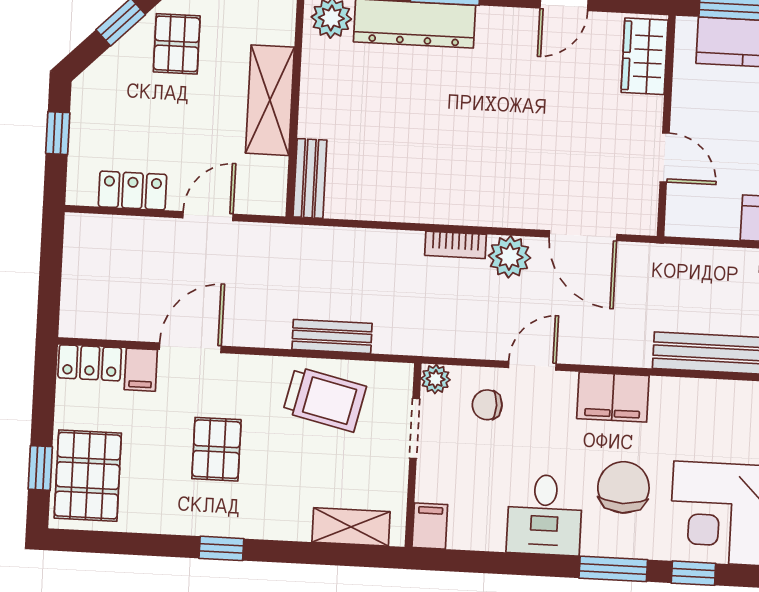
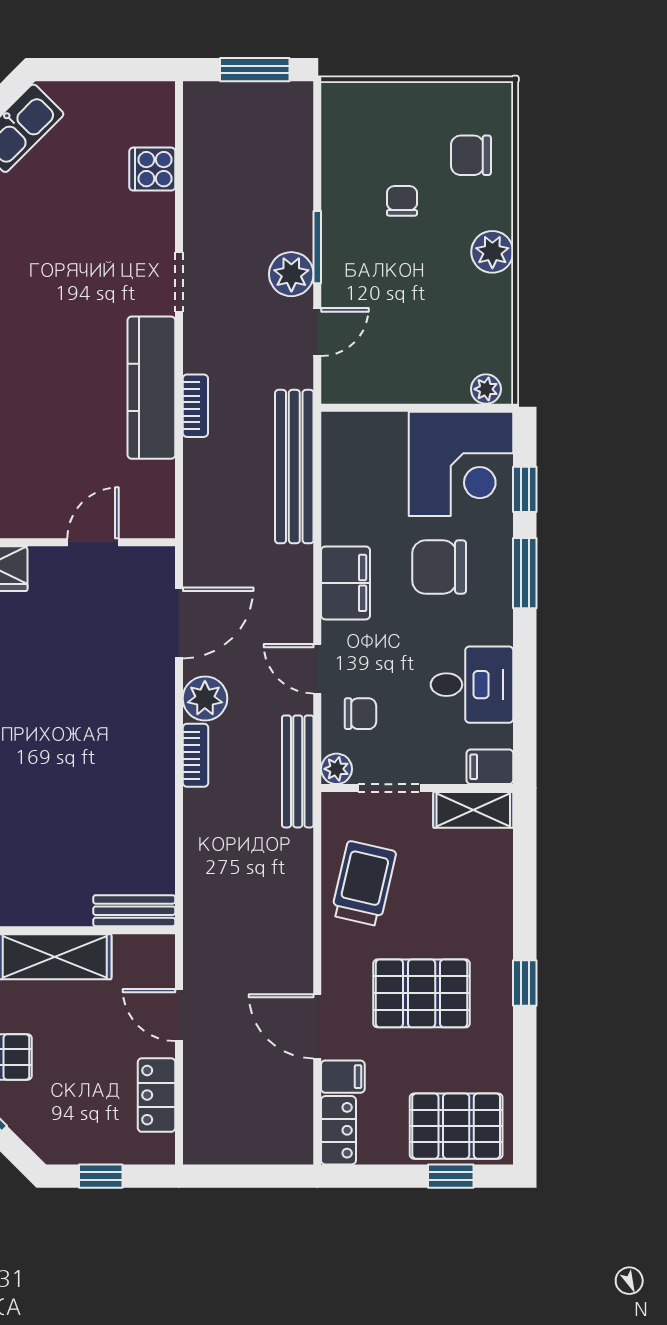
bench: (332, 336) -> (298, 771), moved, width x1.36
chair: (487, 405) -> (361, 714), turned -90
pallet: (216, 449) -> (422, 993), width x1.50, depth x1.42
desk: (545, 515) -> (472, 685), moved
shelving: (351, 527) -> (473, 810), moved, turned 90

